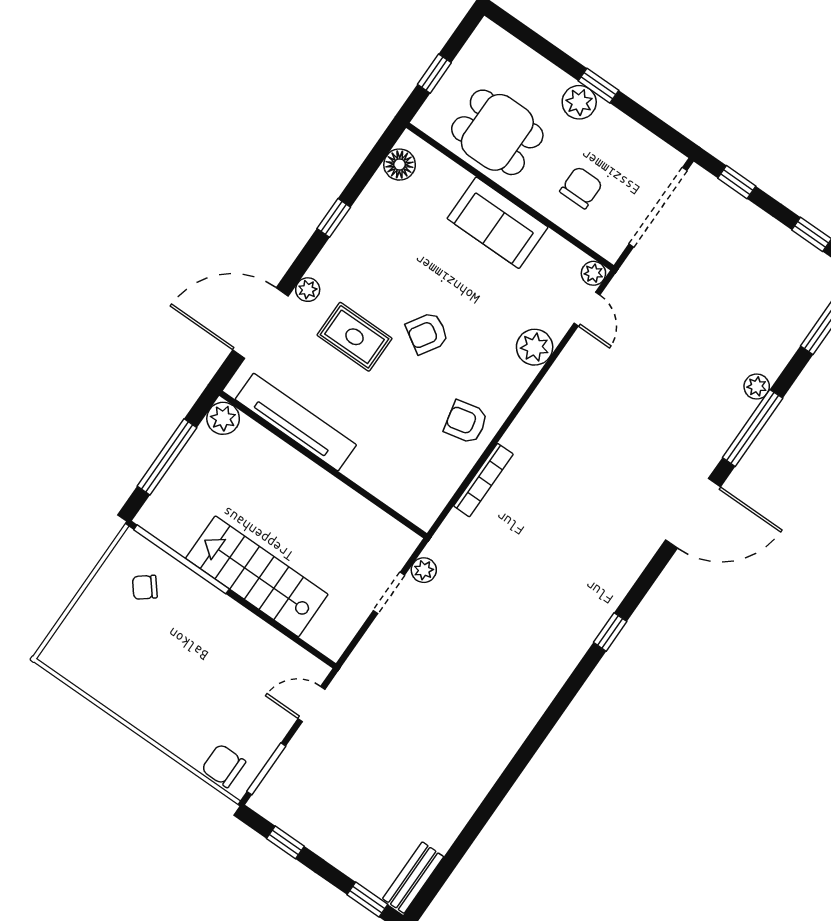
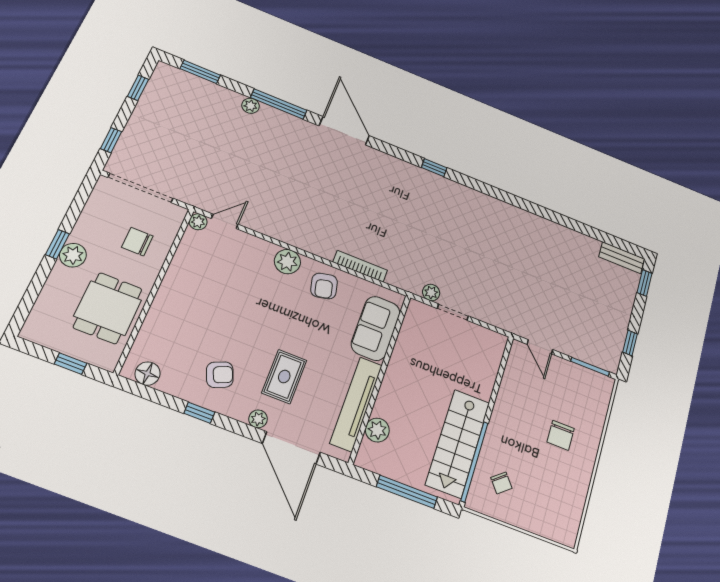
sofa: (498, 223) -> (376, 328), moved, turned 180
armchair: (427, 333) -> (220, 375), moved, turned -55
plant: (535, 347) -> (287, 262), moved
plant: (223, 418) -> (377, 430), moved
stairs: (257, 576) -> (458, 443), moved
chair: (224, 766) -> (561, 435), moved

